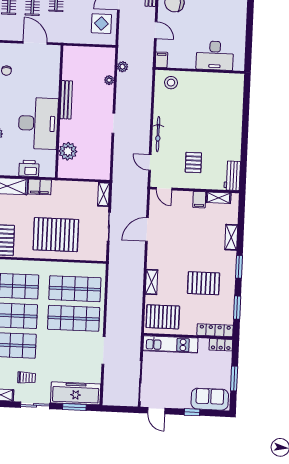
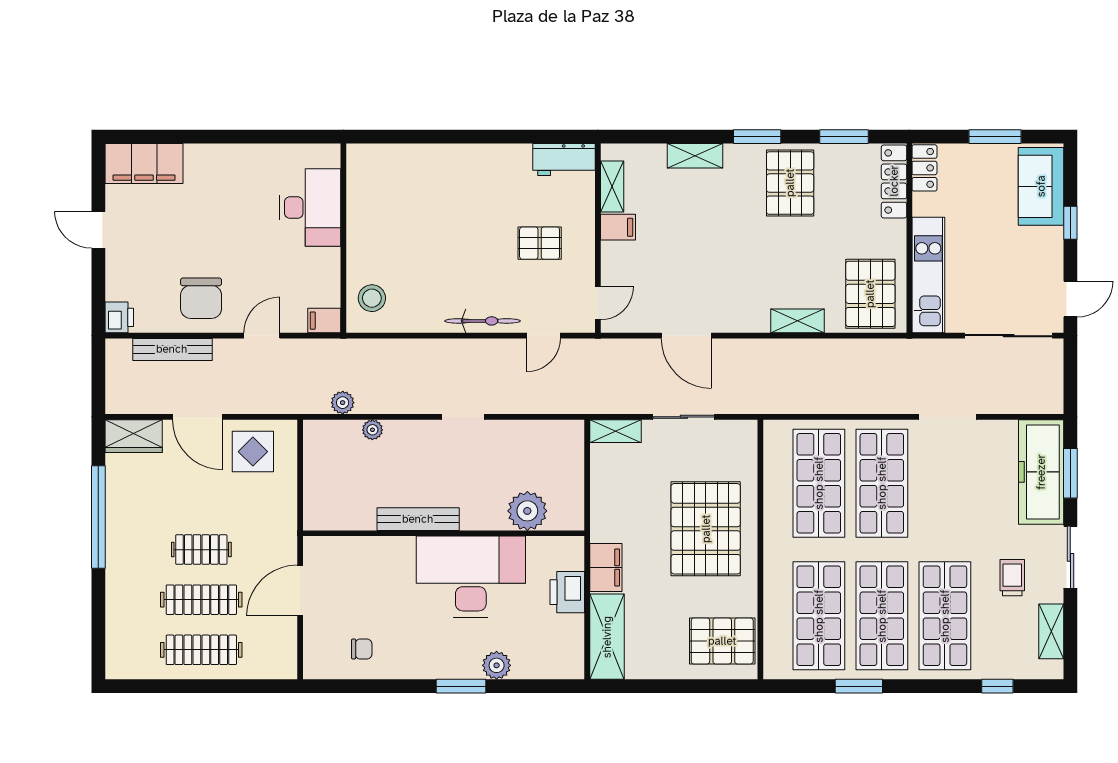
pallet: (204, 283) -> (790, 183), moved

